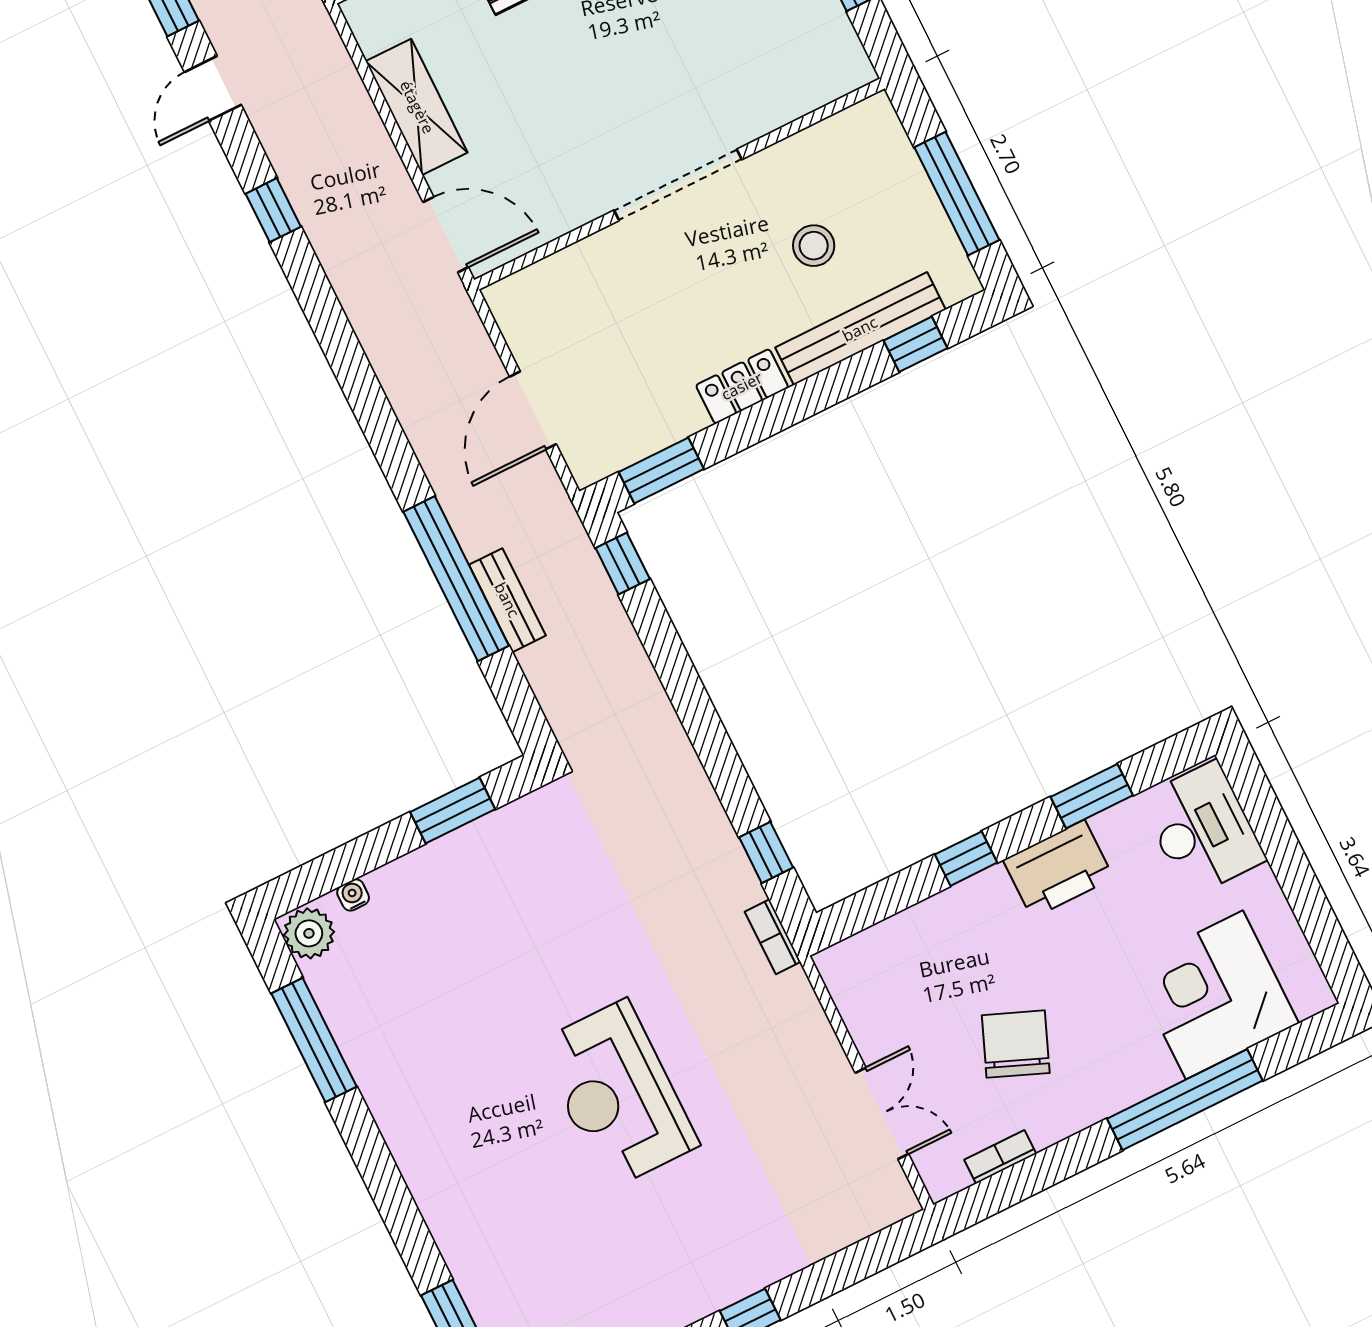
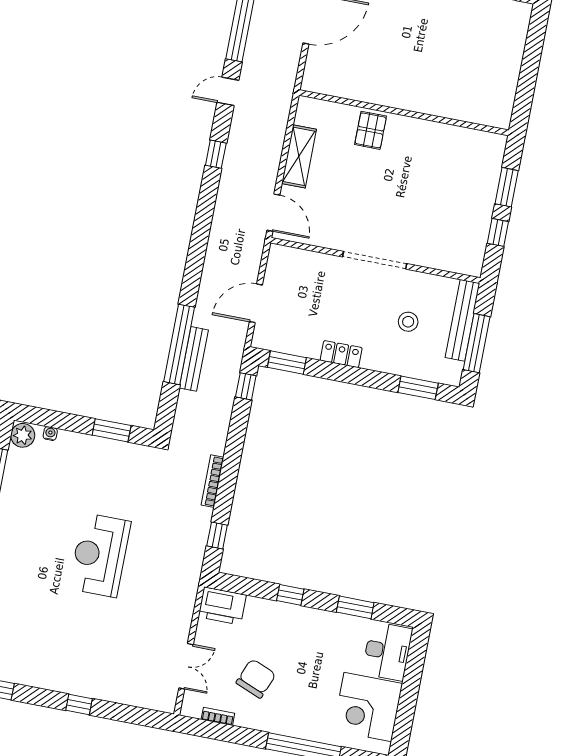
bench: (860, 329) -> (462, 320), moved, turned 90
window: (915, 344) -> (418, 388), width x1.50
bench: (507, 600) -> (194, 359), width x1.36
printer: (1058, 869) -> (222, 606), moved
bookcase: (773, 937) -> (212, 481), moved, width x1.56
corner desk: (1214, 995) -> (368, 707), moved, turned -90
reception desk: (617, 1094) -> (100, 555), moved

